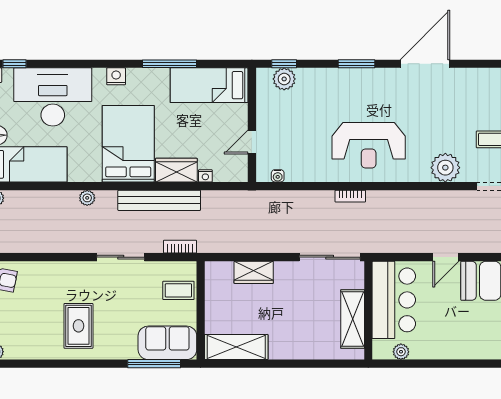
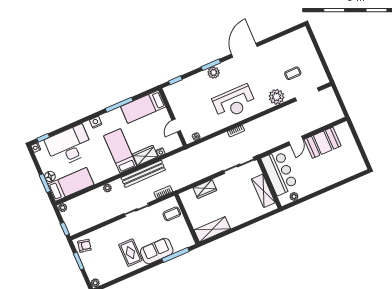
plant: (284, 79) -> (214, 73), moved
bed: (128, 144) -> (120, 151), width x0.67
sofa: (167, 343) -> (157, 251), moved

